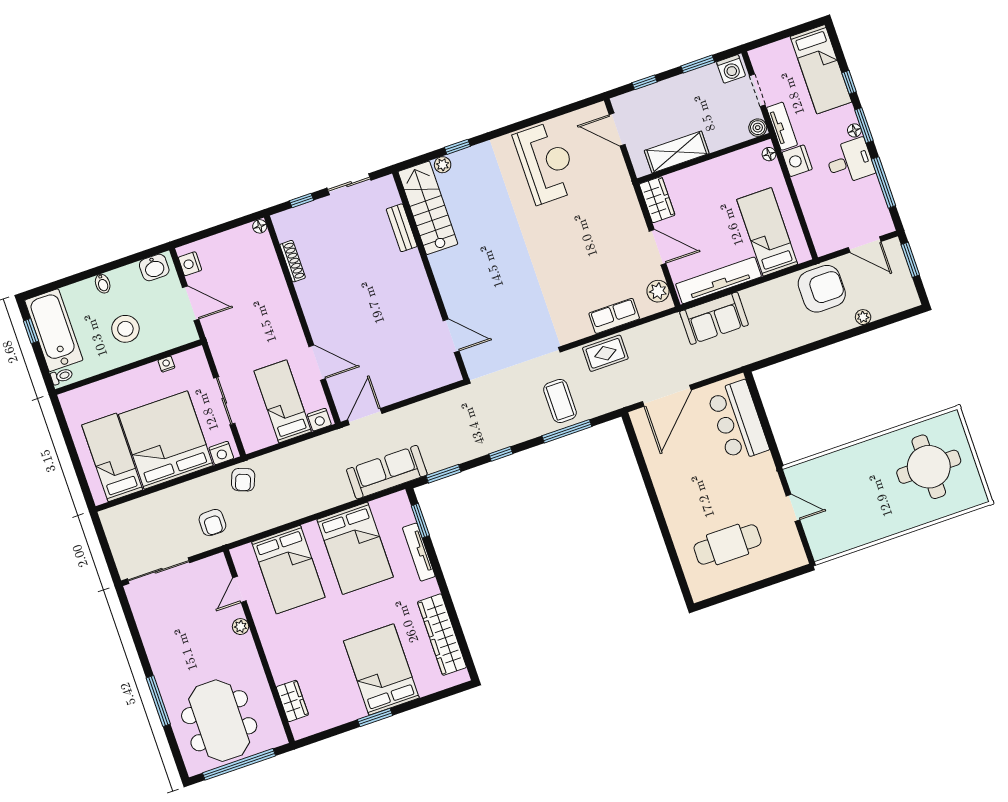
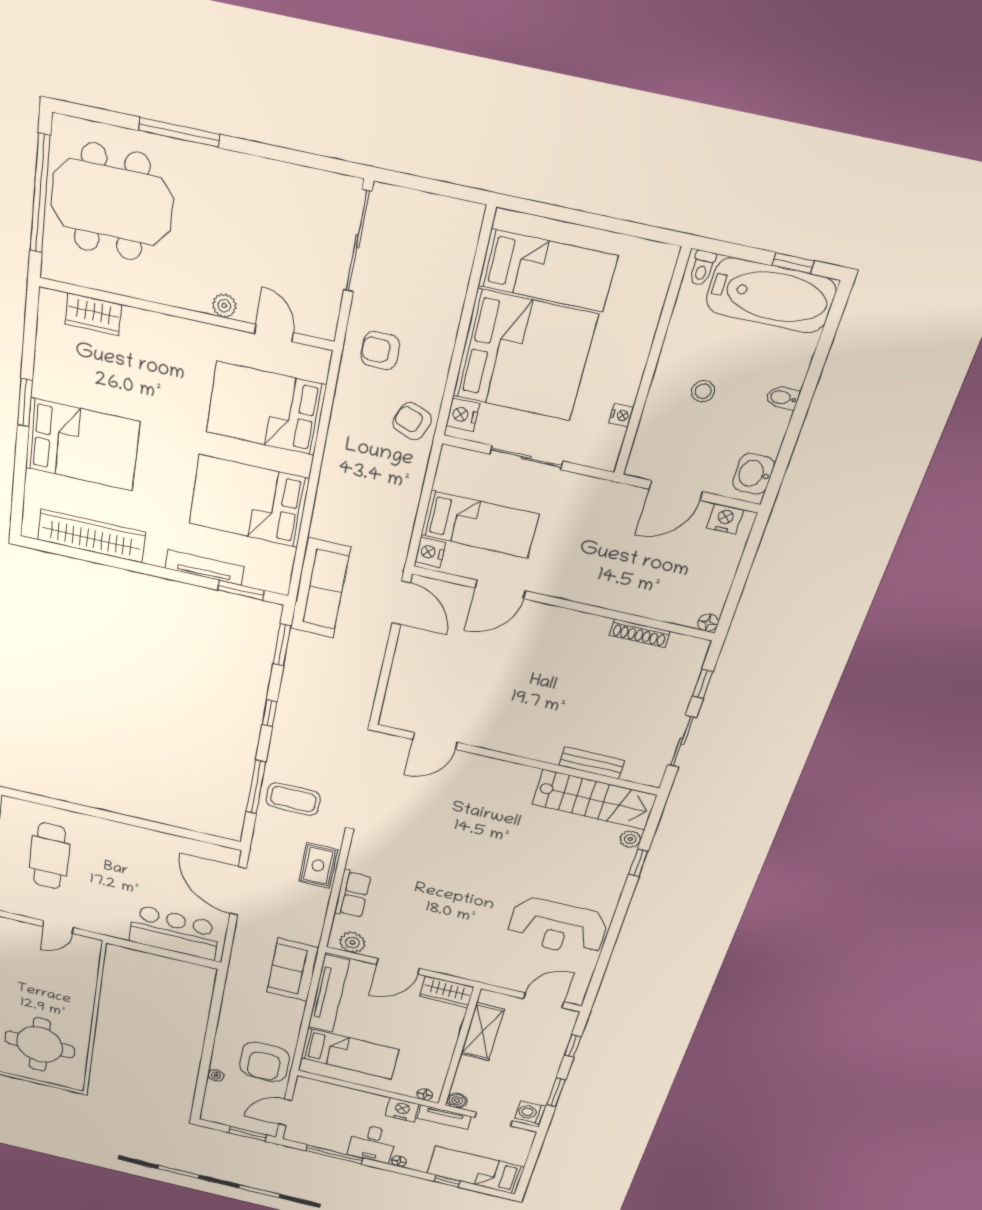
window: (864, 125) -> (398, 1170), removed
stool: (125, 329) -> (703, 391), width x0.53, depth x0.53

